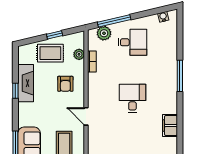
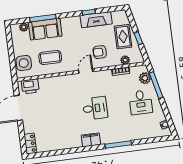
door: (86, 116) -> (86, 71), moved
filing cabinet: (170, 126) -> (91, 140), moved

